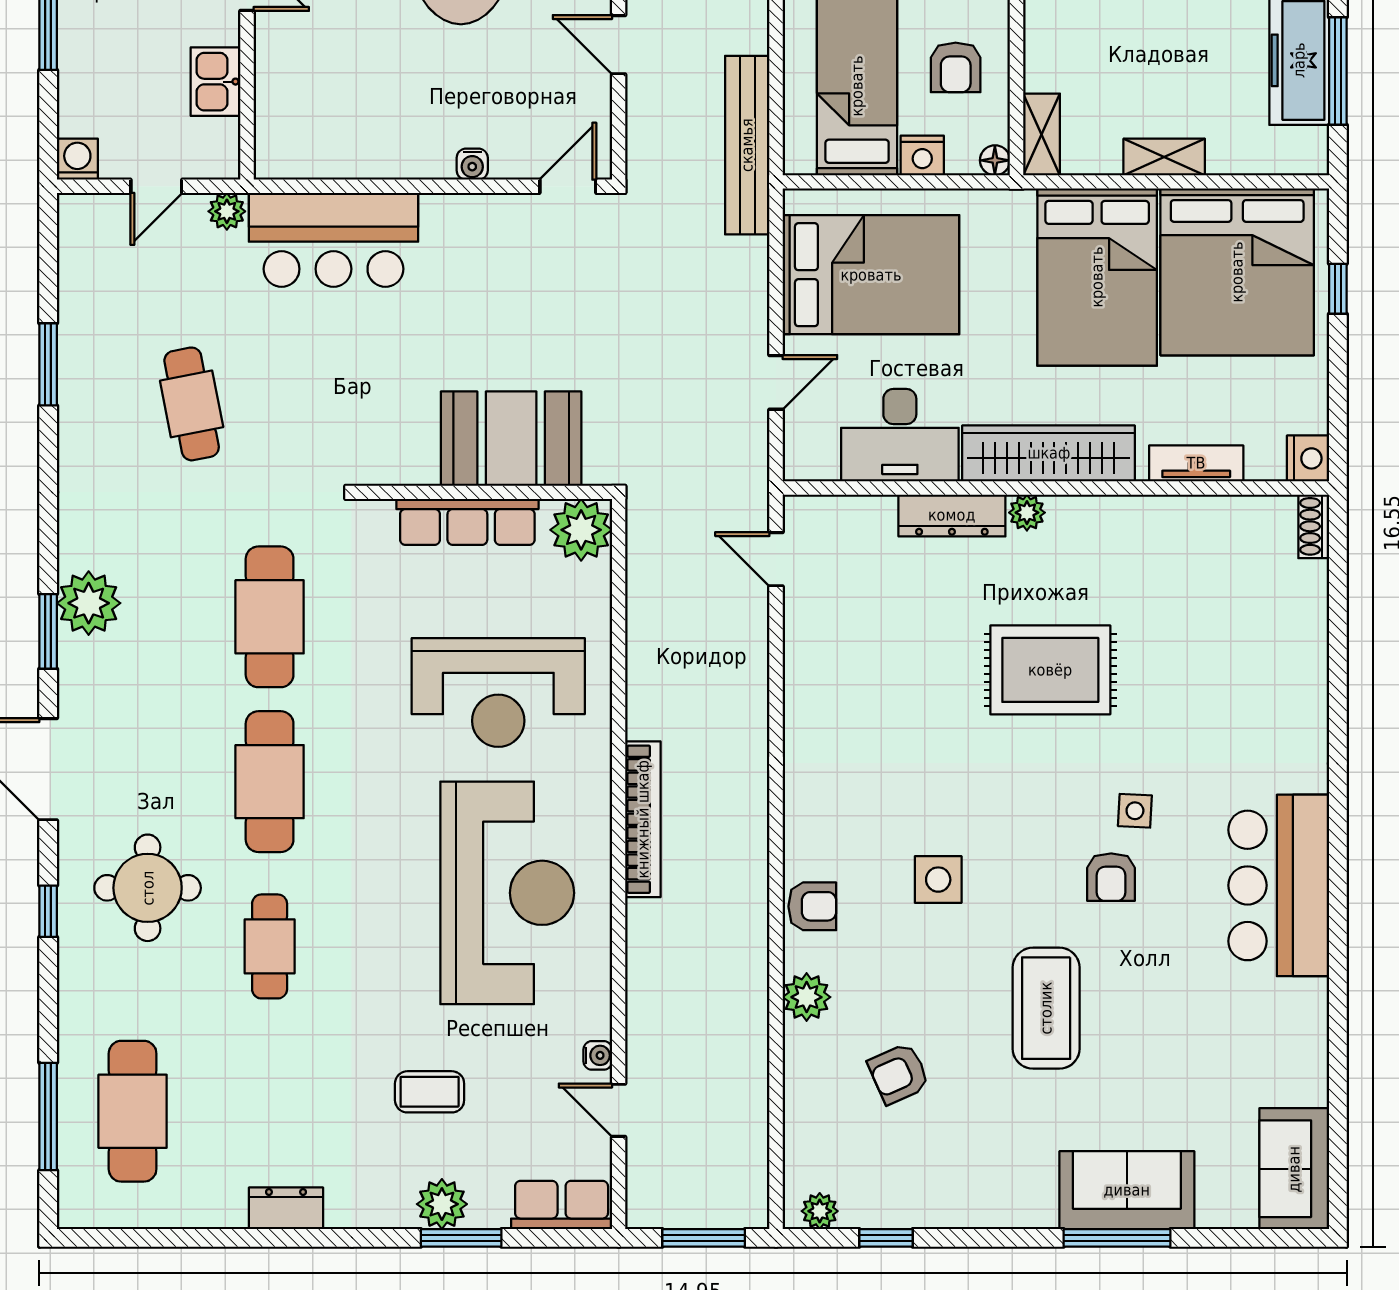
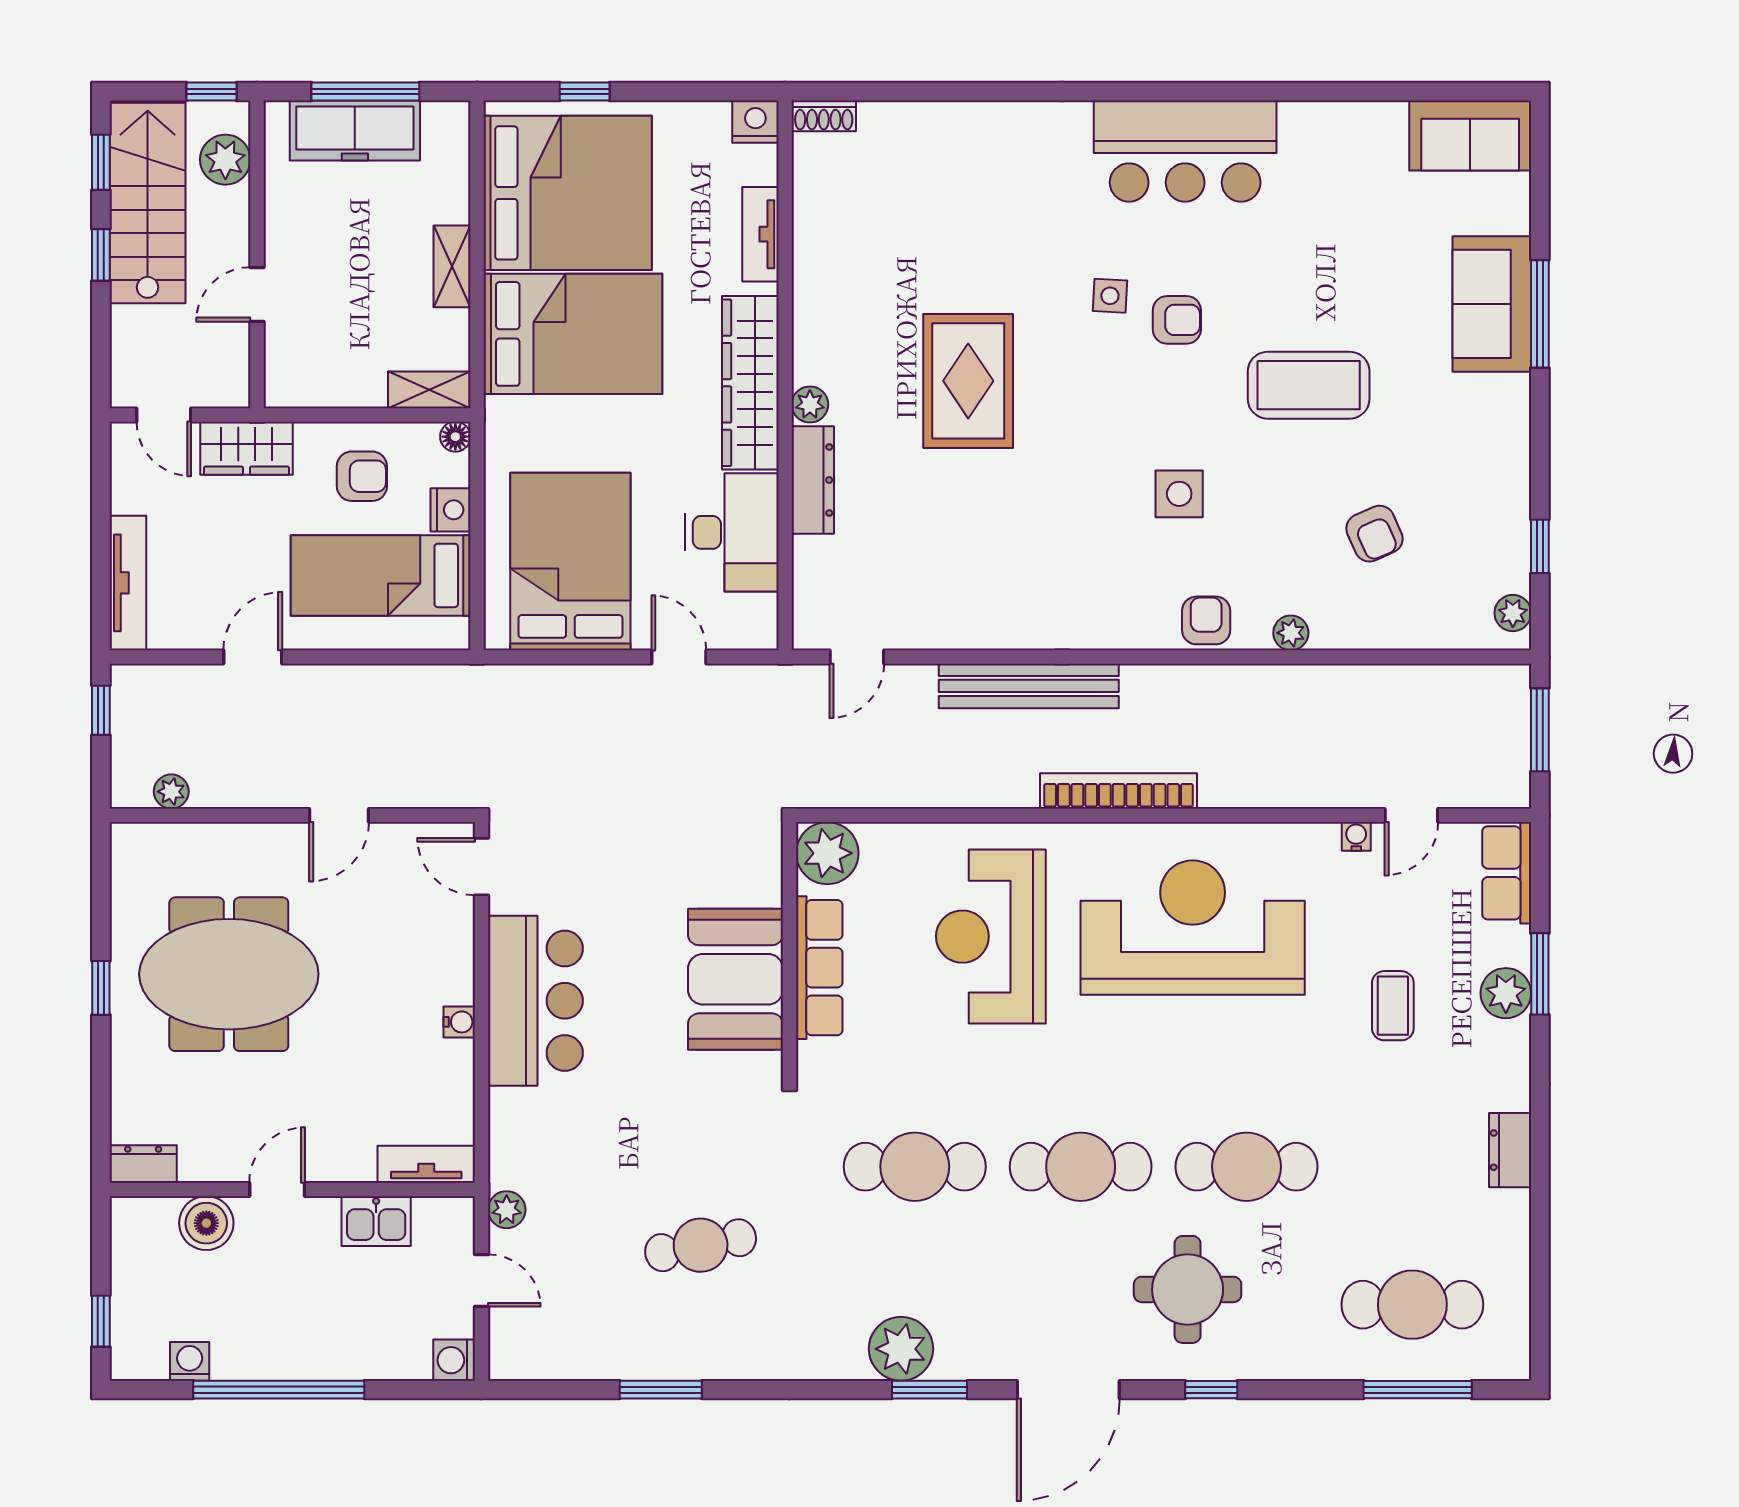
tv unit: (272, 131) -> (426, 1164), added
bench: (747, 145) -> (1029, 686), moved
water cooler: (472, 164) -> (459, 1022), moved
bar counter: (333, 240) -> (535, 1001), moved
booth: (511, 439) -> (735, 979), moved
reception desk: (498, 692) -> (991, 937), turned 180
cafe table: (270, 946) -> (1247, 1167), width x1.37, depth x1.35
plant: (807, 997) -> (1291, 633), width x0.73, depth x0.73

